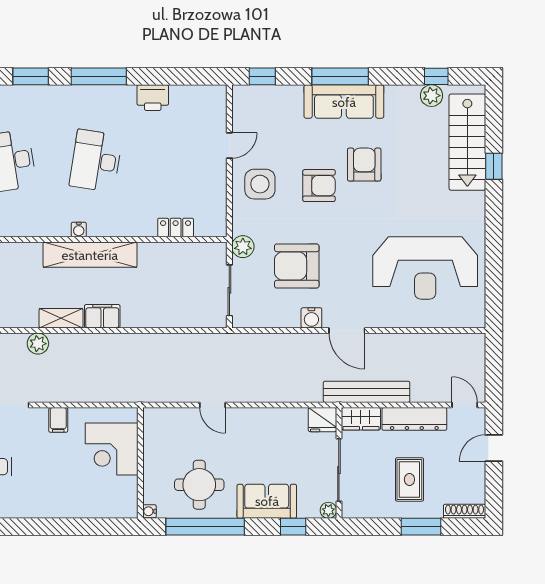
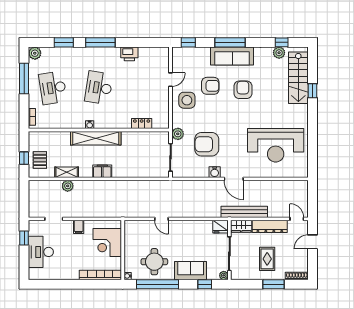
armchair: (319, 186) -> (210, 86), moved
shelving: (61, 318) -> (67, 172), moved
bookcase: (99, 510) -> (100, 275), added

